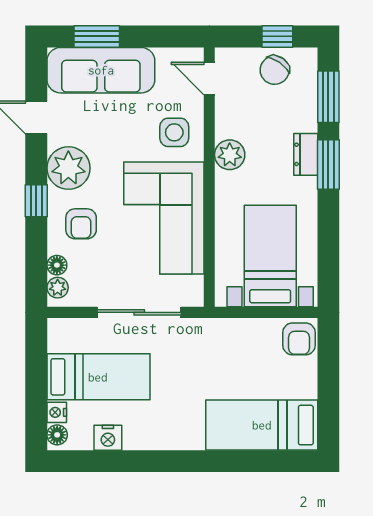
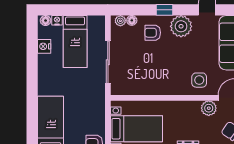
plant: (230, 155) -> (209, 108), moved
corner sofa: (164, 218) -> (156, 75), removed

